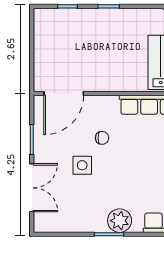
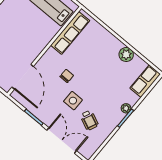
wheelchair: (76, 199) -> (89, 120), added
plant: (120, 221) -> (126, 108), width x0.53, depth x0.53

